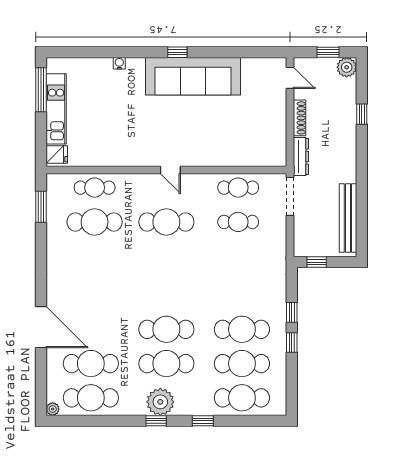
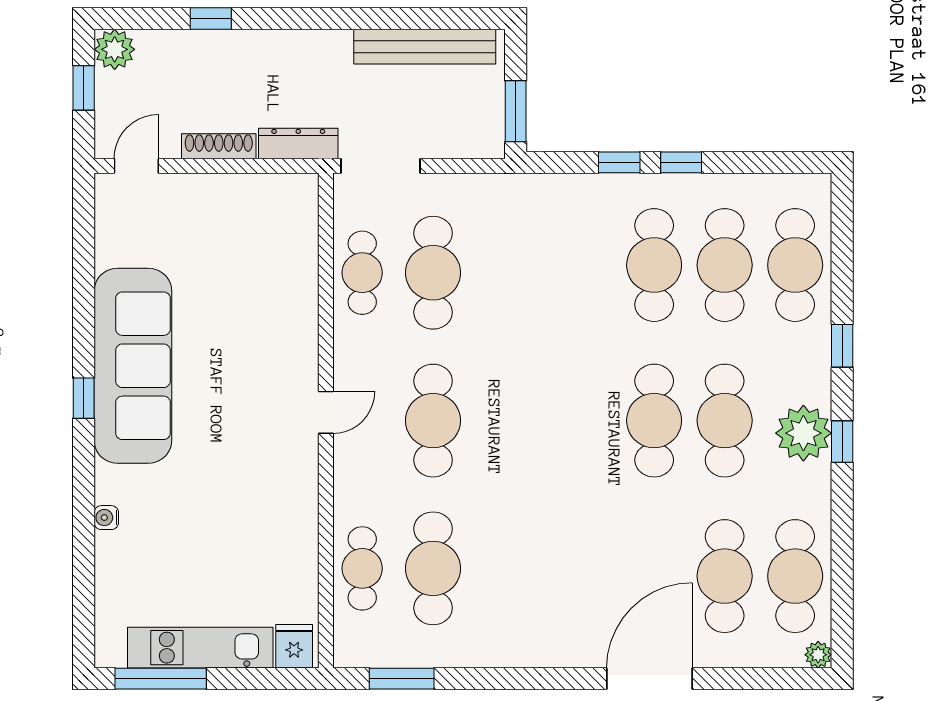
cafe table: (238, 222) -> (433, 273), width x1.37, depth x1.35
window: (317, 262) -> (516, 111), width x1.50

